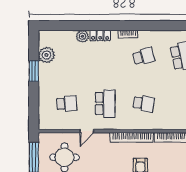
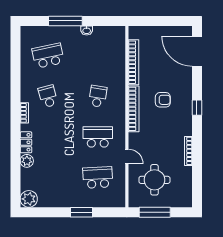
plant: (46, 55) -> (29, 199), moved
window: (34, 71) -> (81, 212), moved
school desk: (67, 104) -> (98, 177), width x1.85

